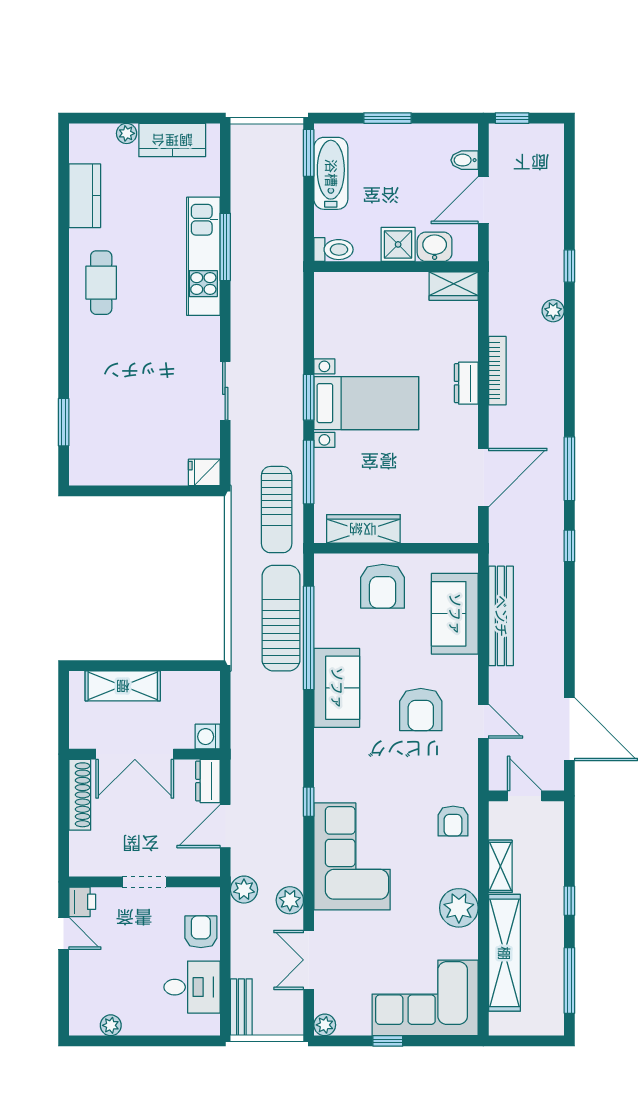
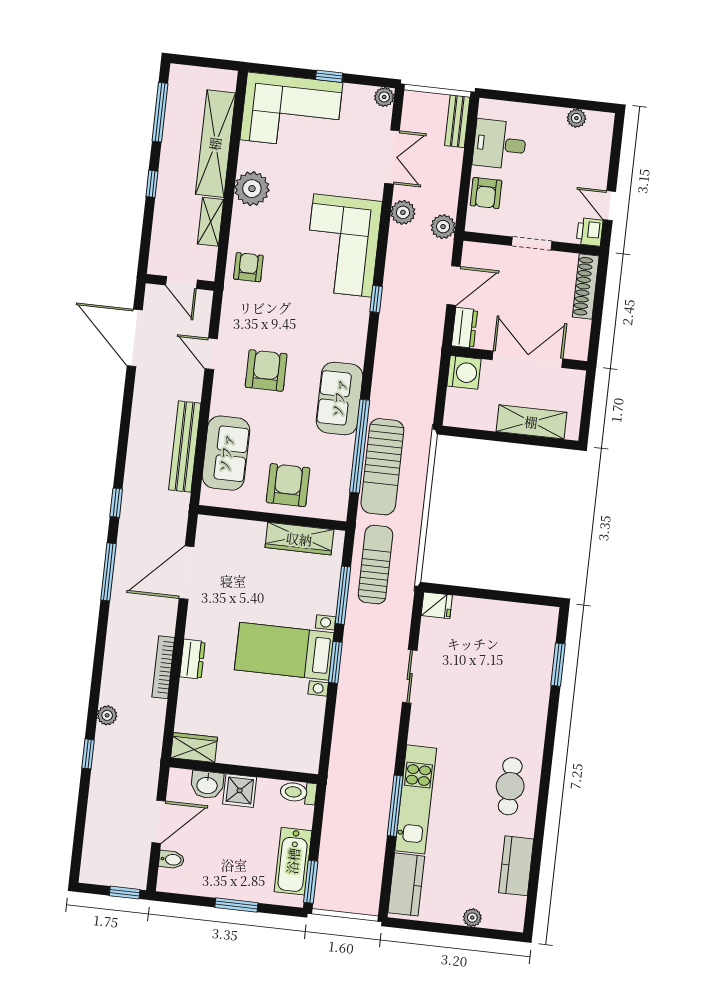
kitchen counter: (172, 140) -> (406, 884), moved, turned 90
washing machine: (208, 737) -> (464, 372), width x1.38, depth x1.38
shoe rack: (80, 795) -> (586, 287), moved

